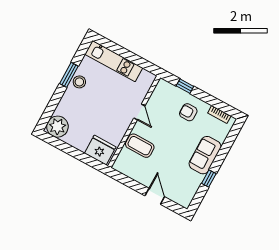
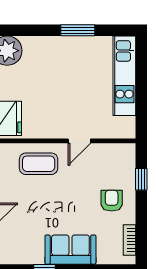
stool: (79, 82) -> (76, 48), removed
coffee table: (140, 146) -> (39, 164), turned 90

